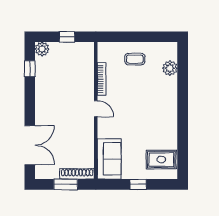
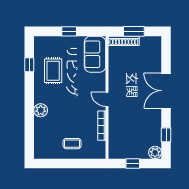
plant: (170, 68) -> (41, 110), moved
double door: (30, 145) -> (166, 91), moved
window: (183, 147) -> (29, 65), added
rug: (161, 160) -> (53, 71), moved, turned 90

